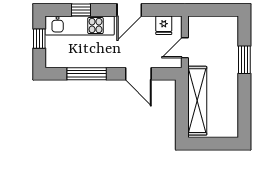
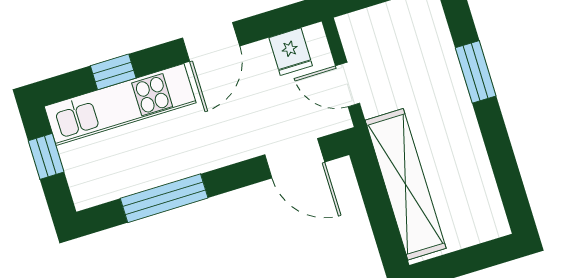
door: (185, 48) -> (348, 84), hinge flipped
door: (138, 74) -> (295, 158), moved

